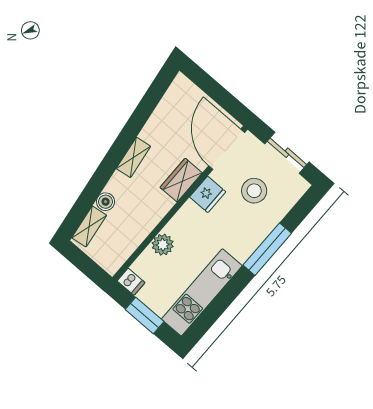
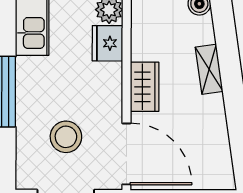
fridge: (208, 194) -> (108, 43), moved

